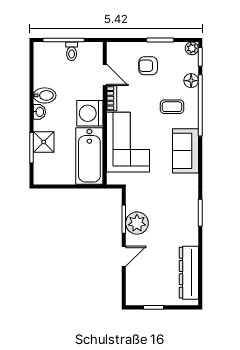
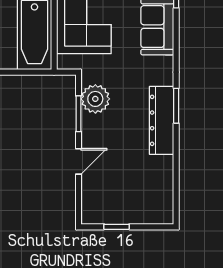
plant: (137, 223) -> (95, 99), moved
dresser: (189, 273) -> (162, 120), moved

